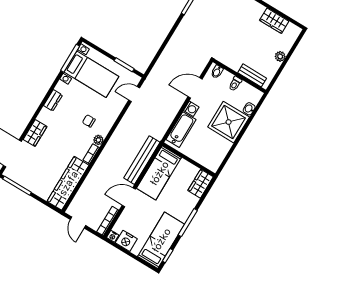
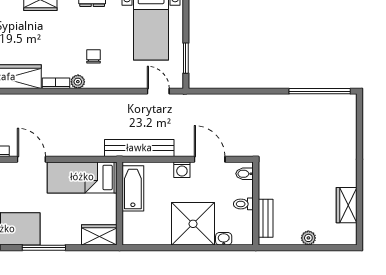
bathtub: (181, 130) -> (133, 188), moved, turned -90
bench: (142, 160) -> (139, 148), moved

